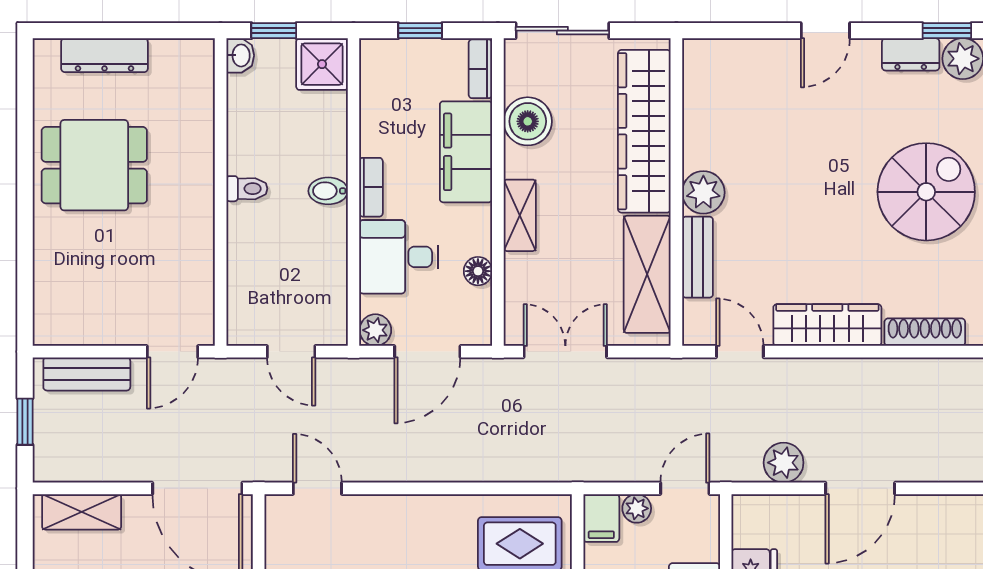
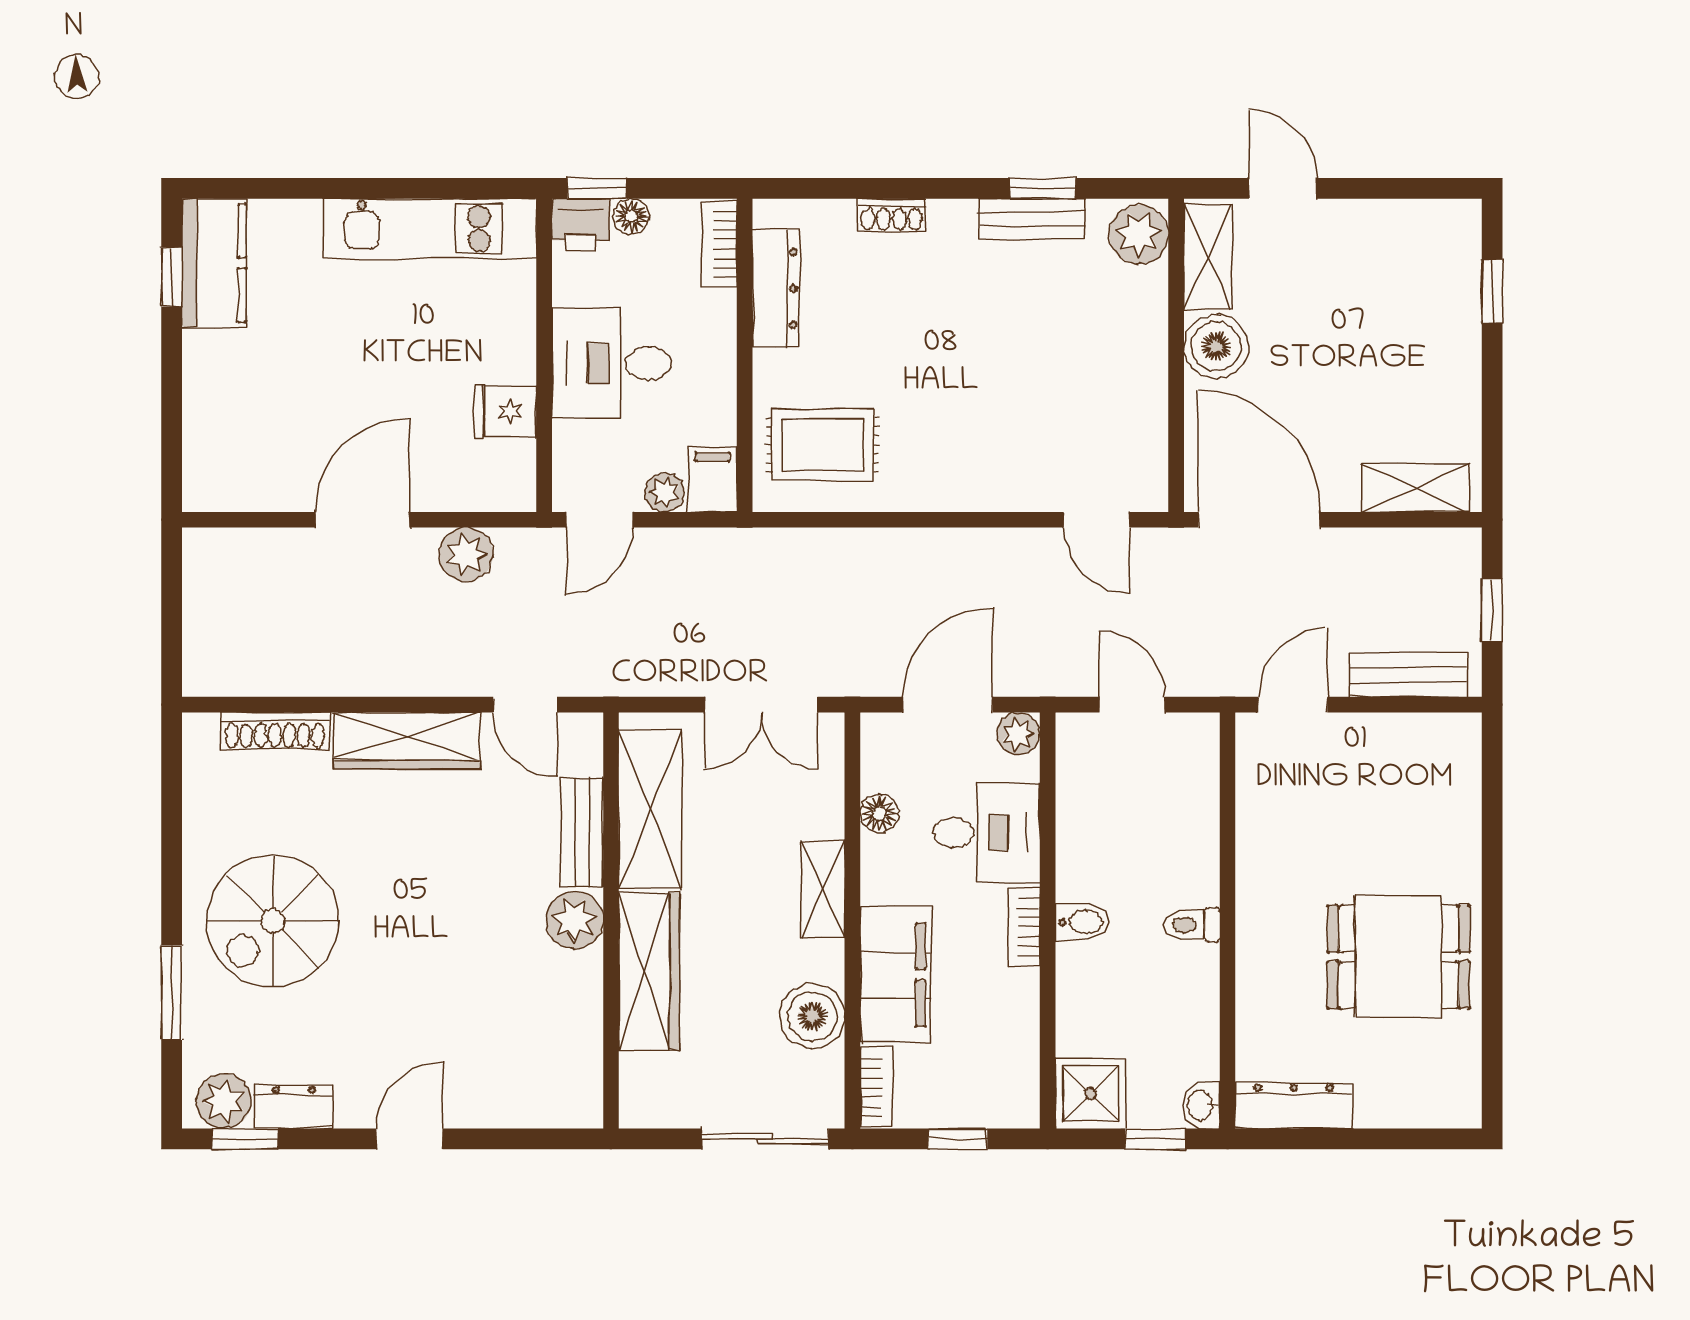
dresser: (104, 55) -> (1294, 1106), moved
wardrobe: (644, 131) -> (649, 971), width x0.71, depth x0.85

